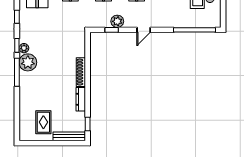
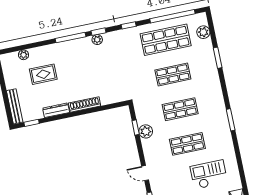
door: (144, 30) -> (145, 173), moved
plant: (28, 62) -> (24, 55), moved, width x0.53, depth x0.53
rug: (43, 122) -> (43, 74), moved

